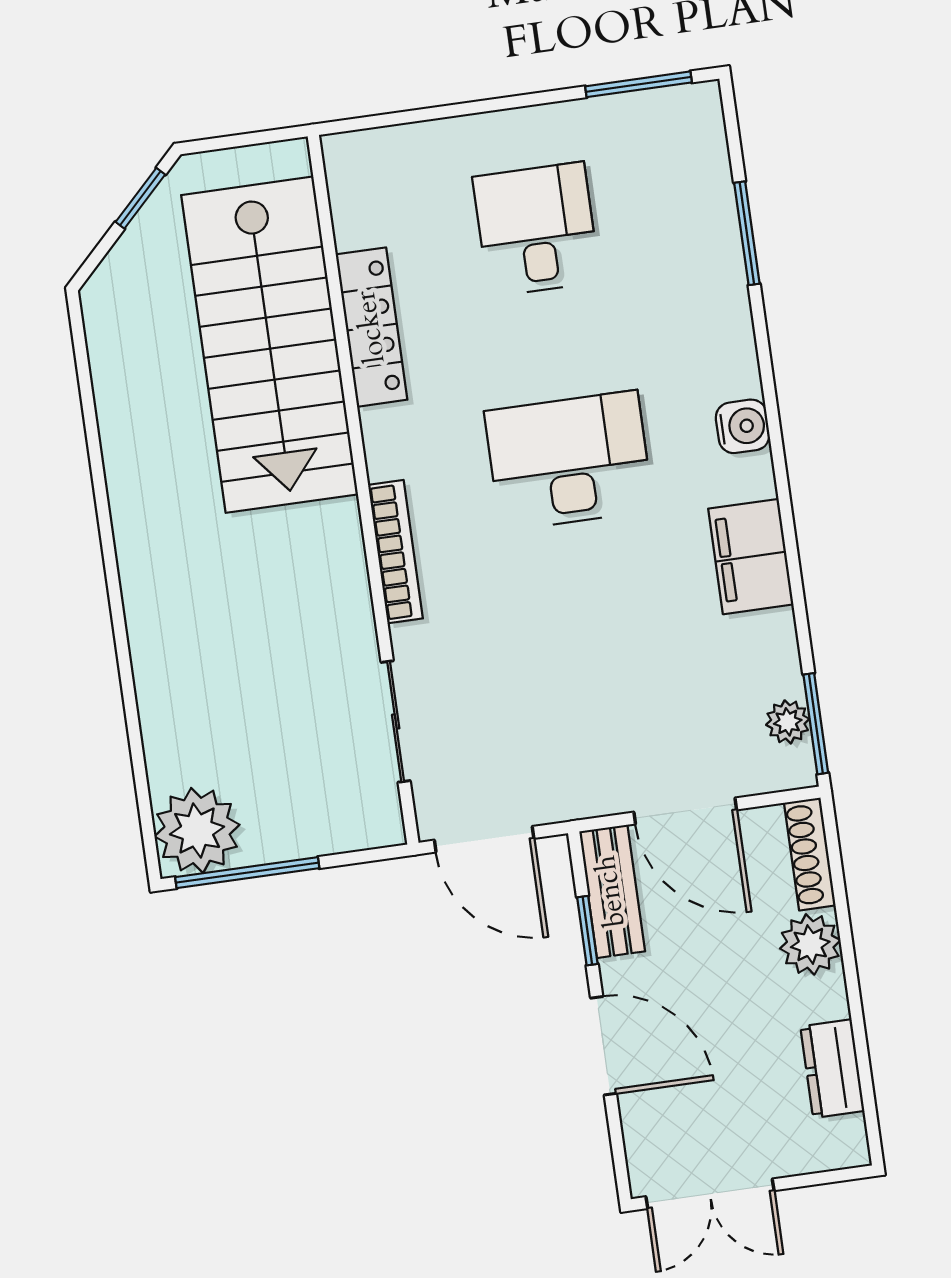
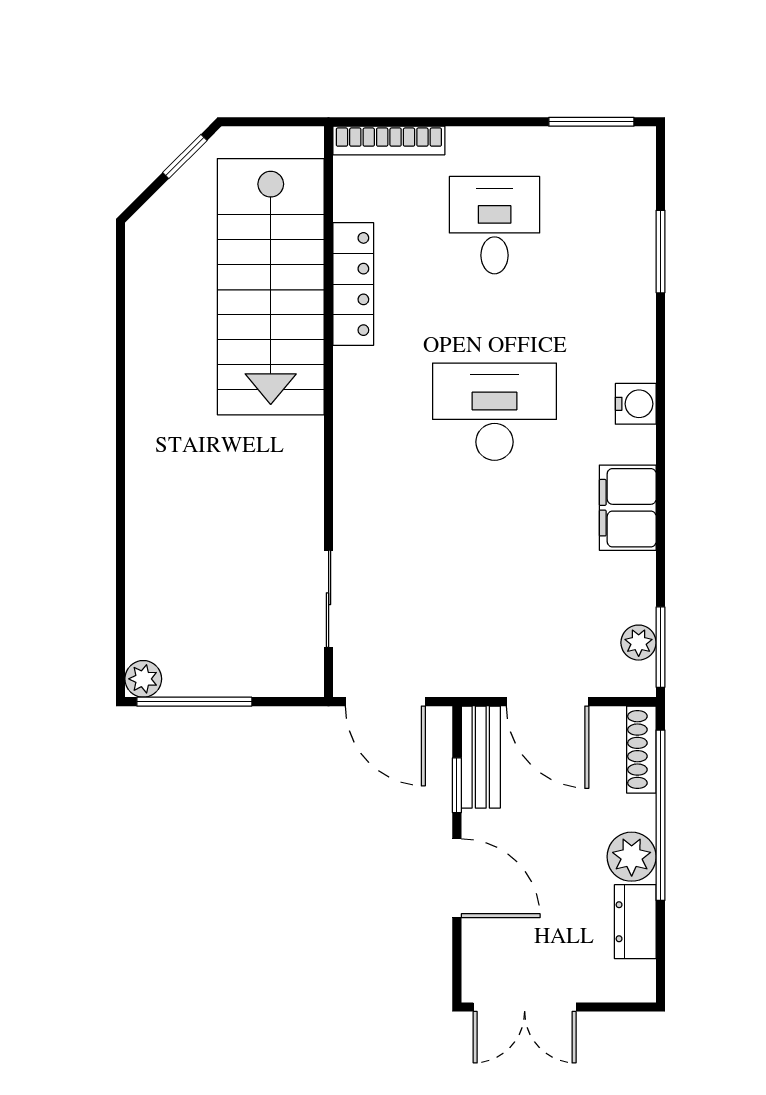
bookcase: (395, 552) -> (389, 141), moved, turned 90
plant: (197, 831) -> (143, 679), width x0.53, depth x0.53
window: (845, 932) -> (660, 815), added
plant: (810, 944) -> (632, 857), moved

